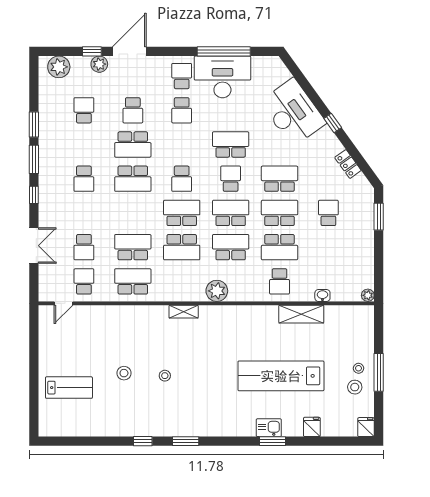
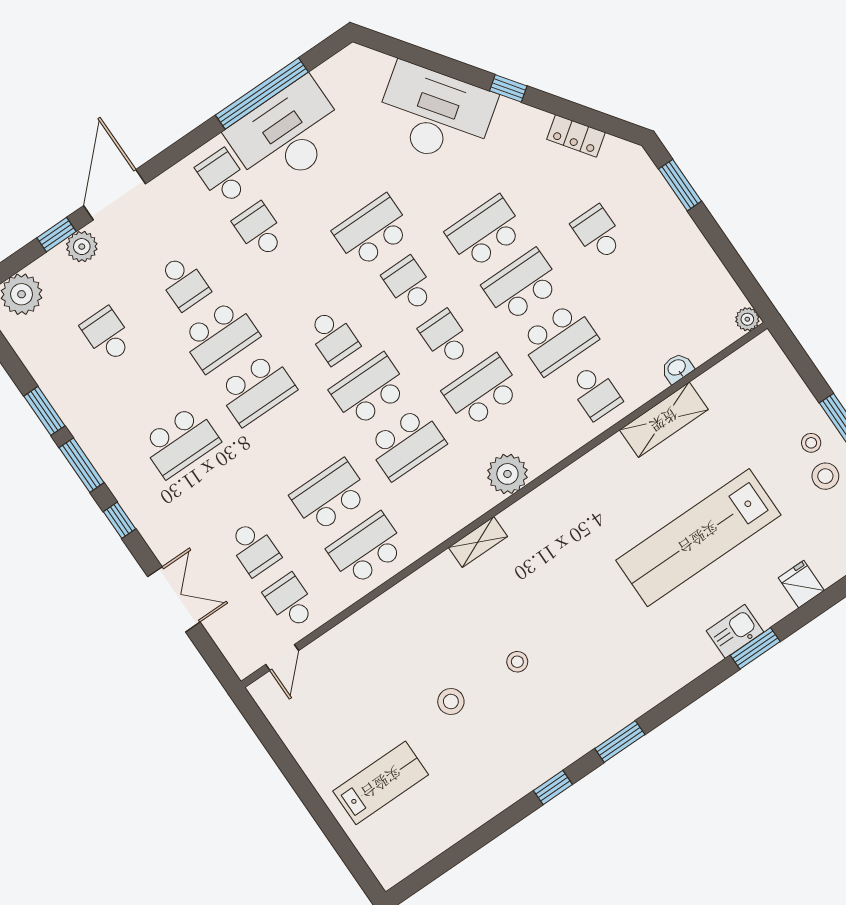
school desk: (182, 110) -> (259, 230), turned 180
school desk: (84, 179) -> (180, 442), width x1.85
school desk: (231, 213) -> (446, 338), width x0.54

